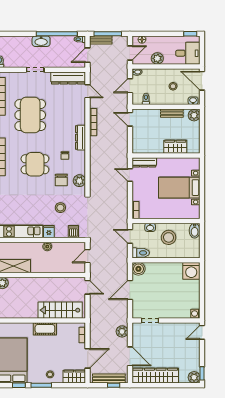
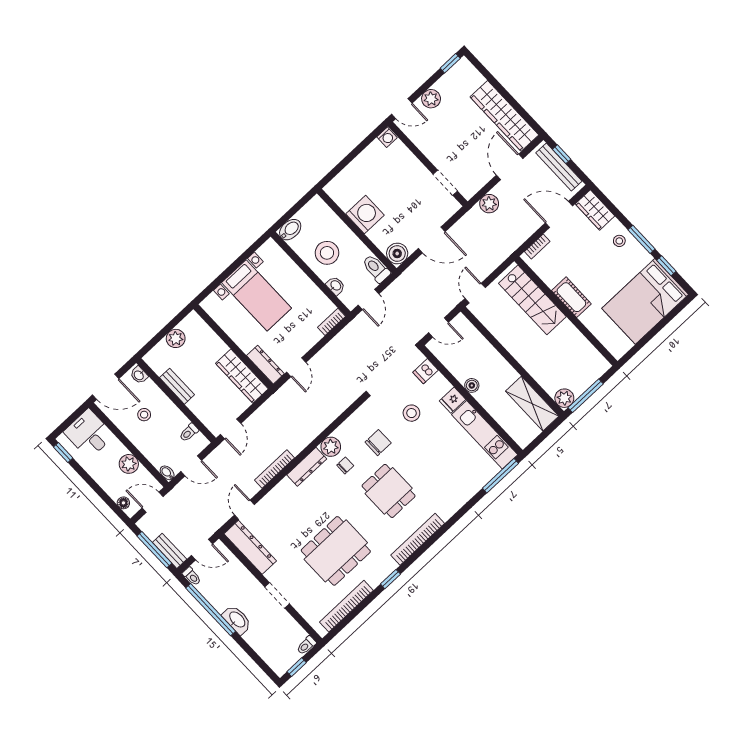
door: (202, 81) -> (106, 387), hinge flipped
plant: (194, 115) -> (176, 338), moved
wardrobe: (175, 147) -> (242, 376), moved, width x1.50
plant: (79, 181) -> (331, 447), moved
washing machine: (191, 271) -> (365, 214), moved
plant: (194, 377) -> (431, 99), moved

